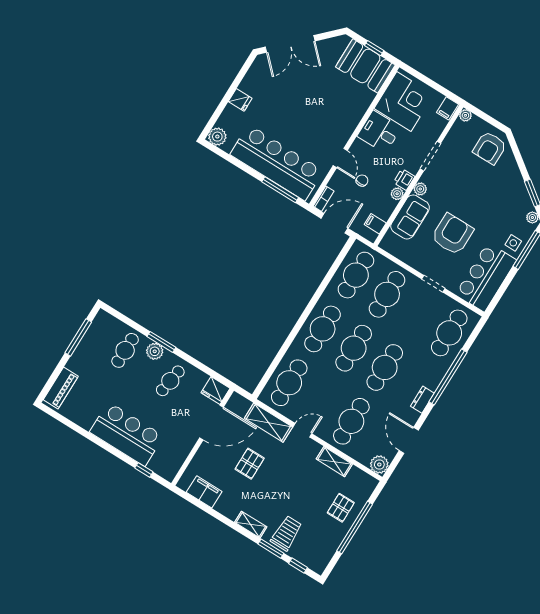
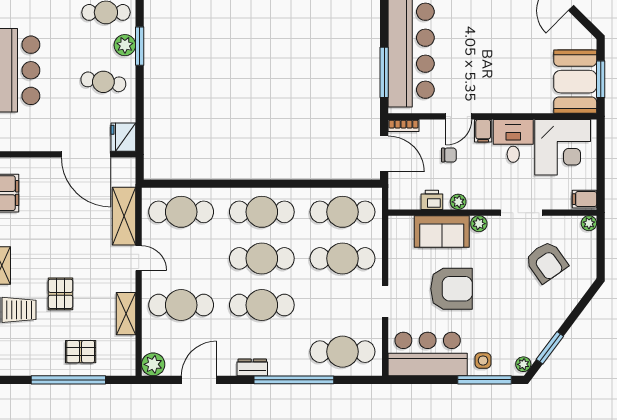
window: (374, 48) -> (601, 79), width x1.50
armchair: (490, 148) -> (546, 262), moved, turned -125
printer: (404, 180) -> (432, 200), moved
filing cabinet: (375, 224) -> (483, 131), moved, turned 180
pallet: (250, 464) -> (60, 294), moved, turned 90

